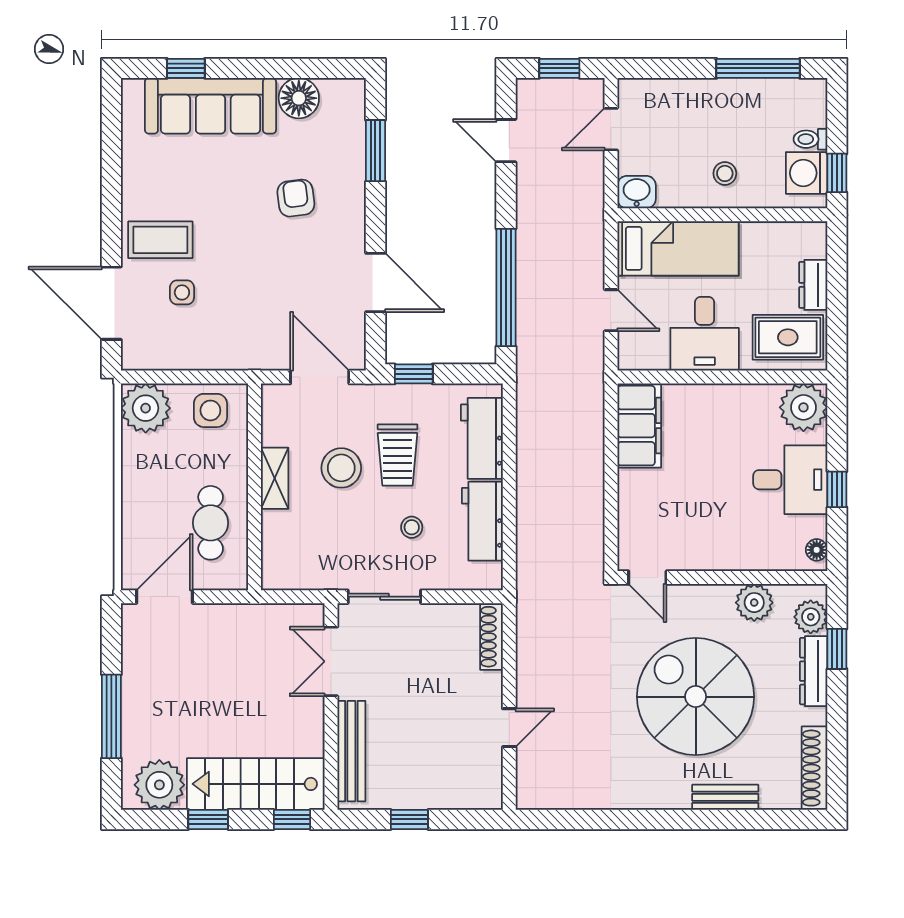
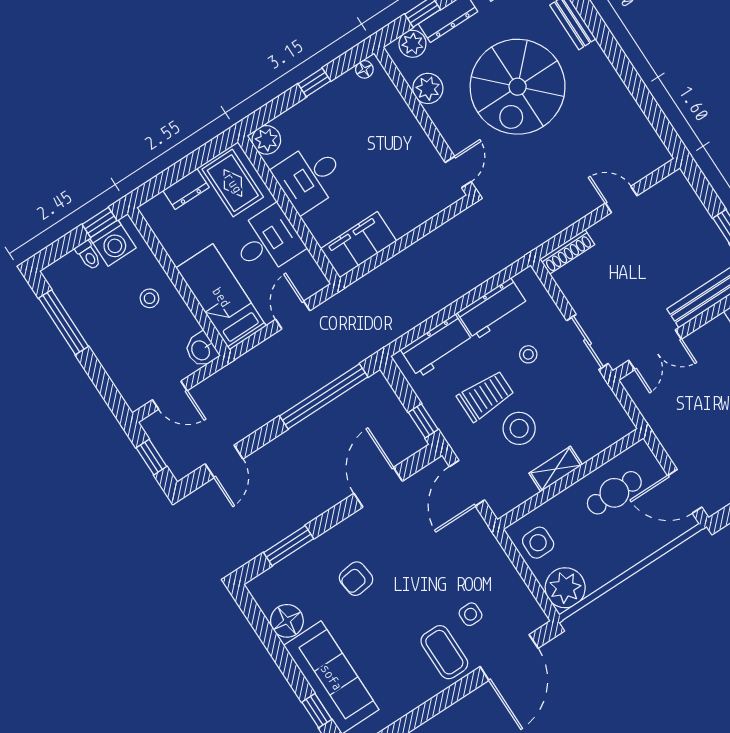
plant: (803, 407) -> (266, 140), width x0.73, depth x0.73
desk: (790, 480) -> (309, 177), moved, turned -90

